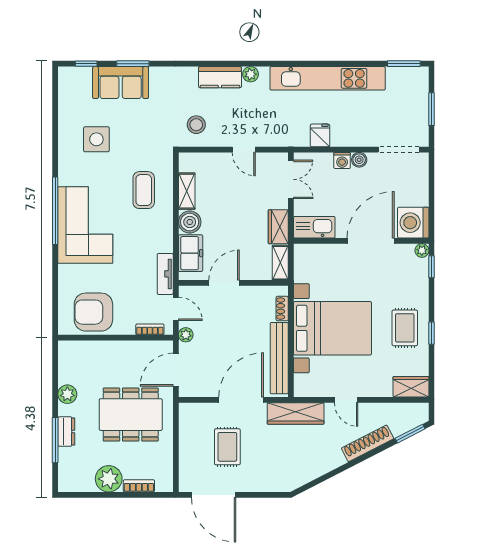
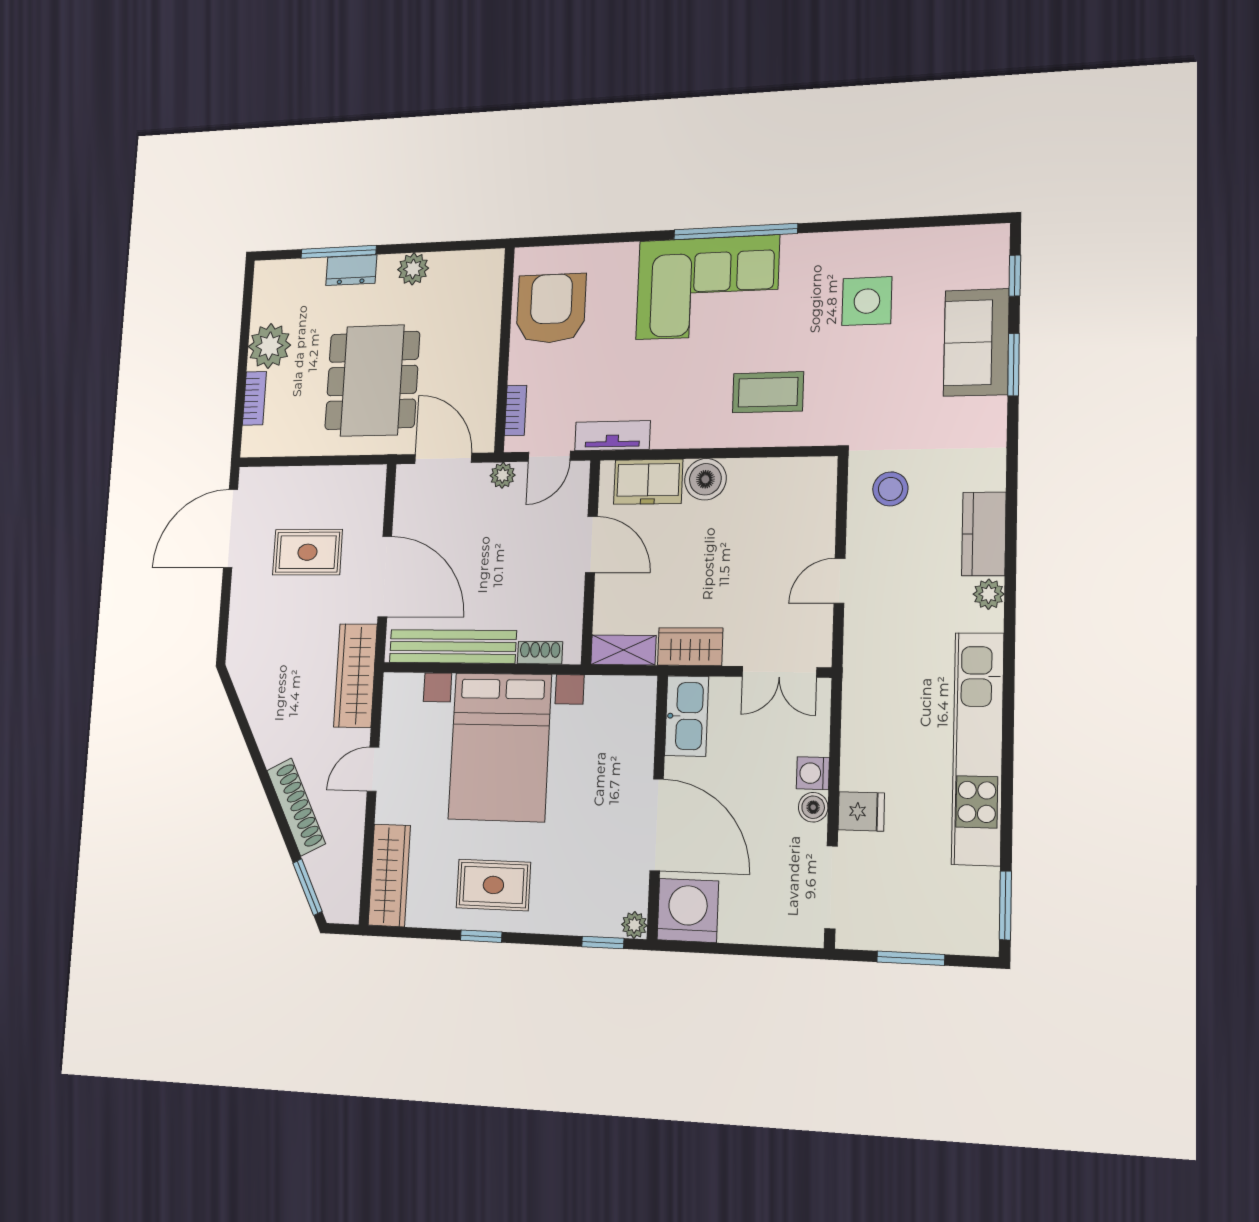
fridge: (320, 135) -> (861, 811), moved
shelving: (187, 191) -> (763, 473), removed
wardrobe: (411, 387) -> (389, 875), width x1.50

